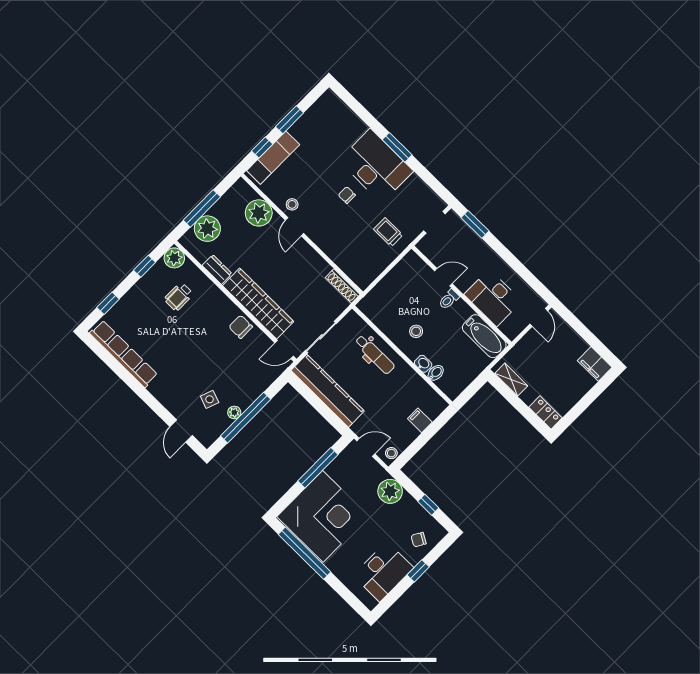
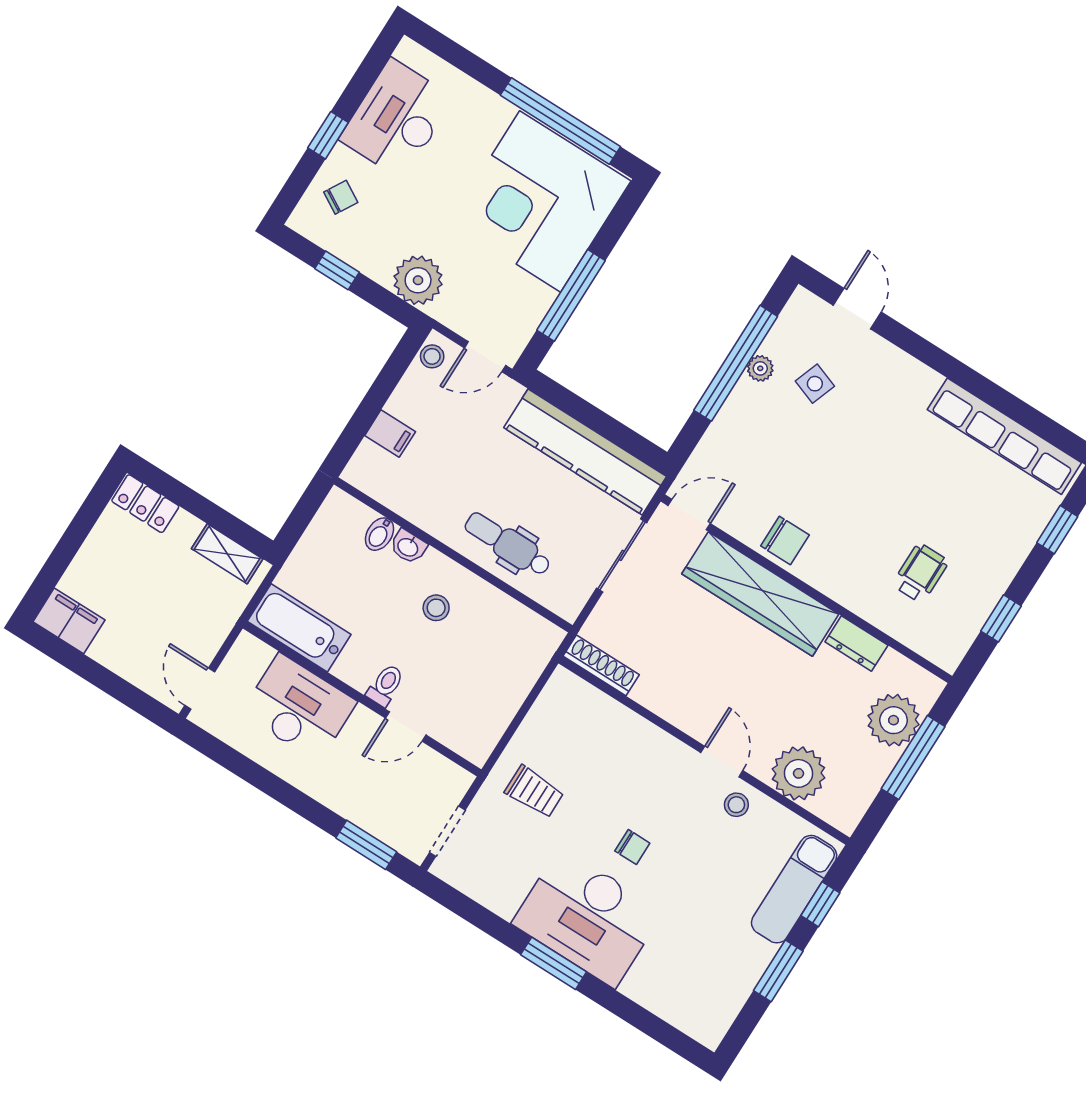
plant: (174, 258) -> (946, 648), removed

